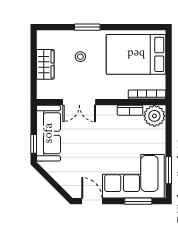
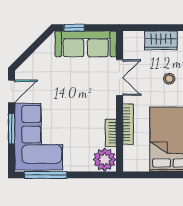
bookcase: (147, 94) -> (128, 124), moved
double door: (79, 102) -> (120, 78), swing flipped
window: (169, 170) -> (45, 175), width x1.44
window: (138, 201) -> (12, 129), moved

